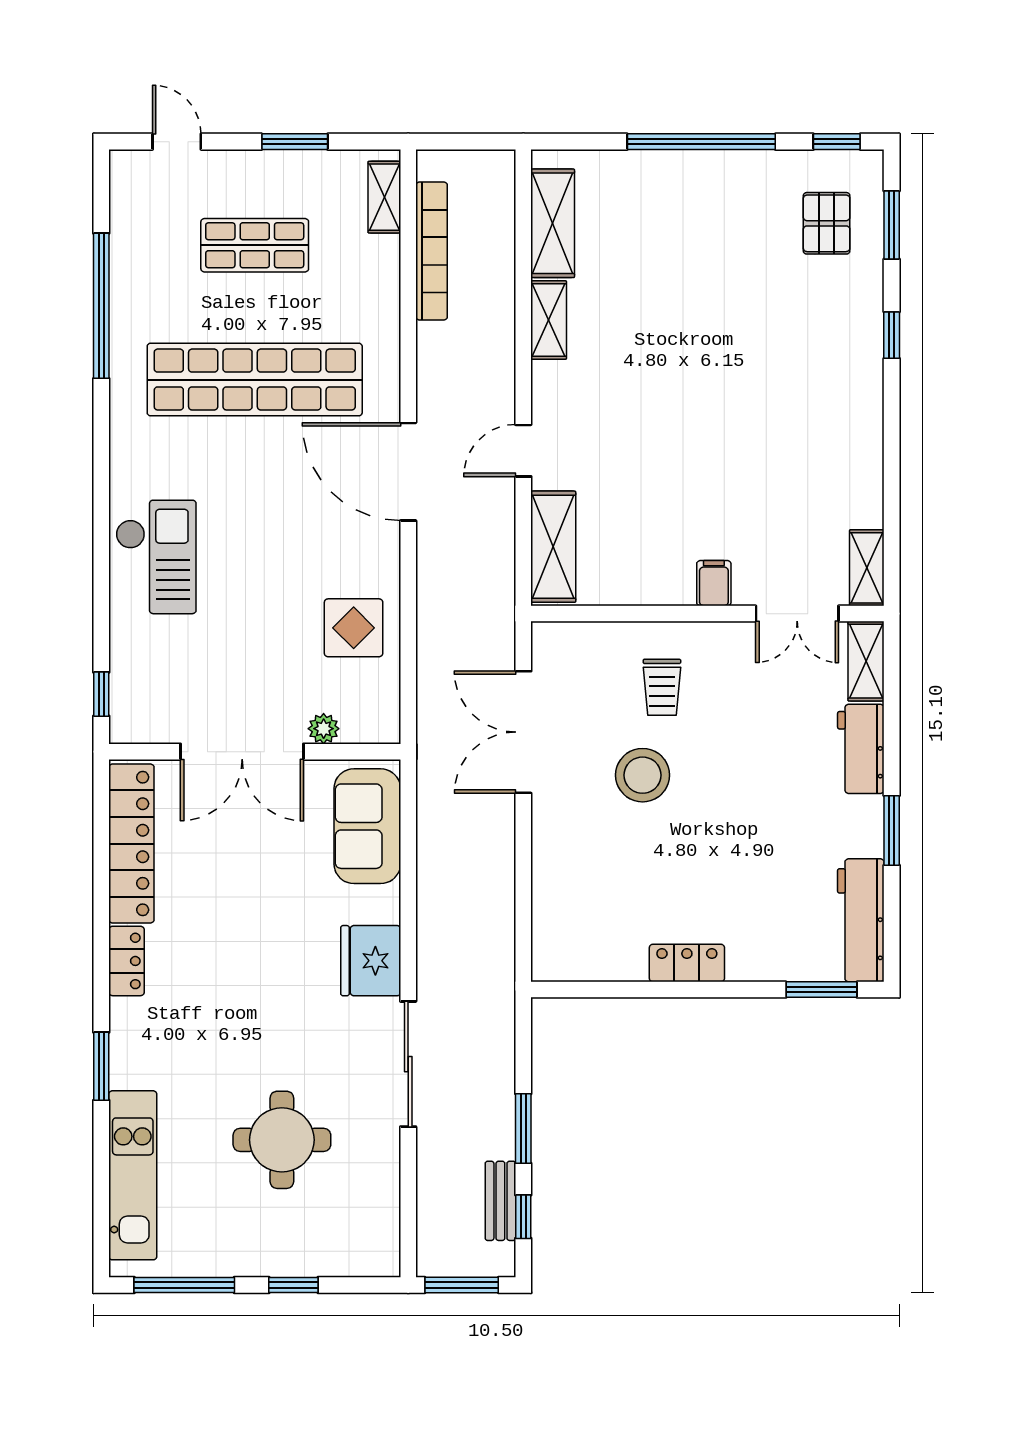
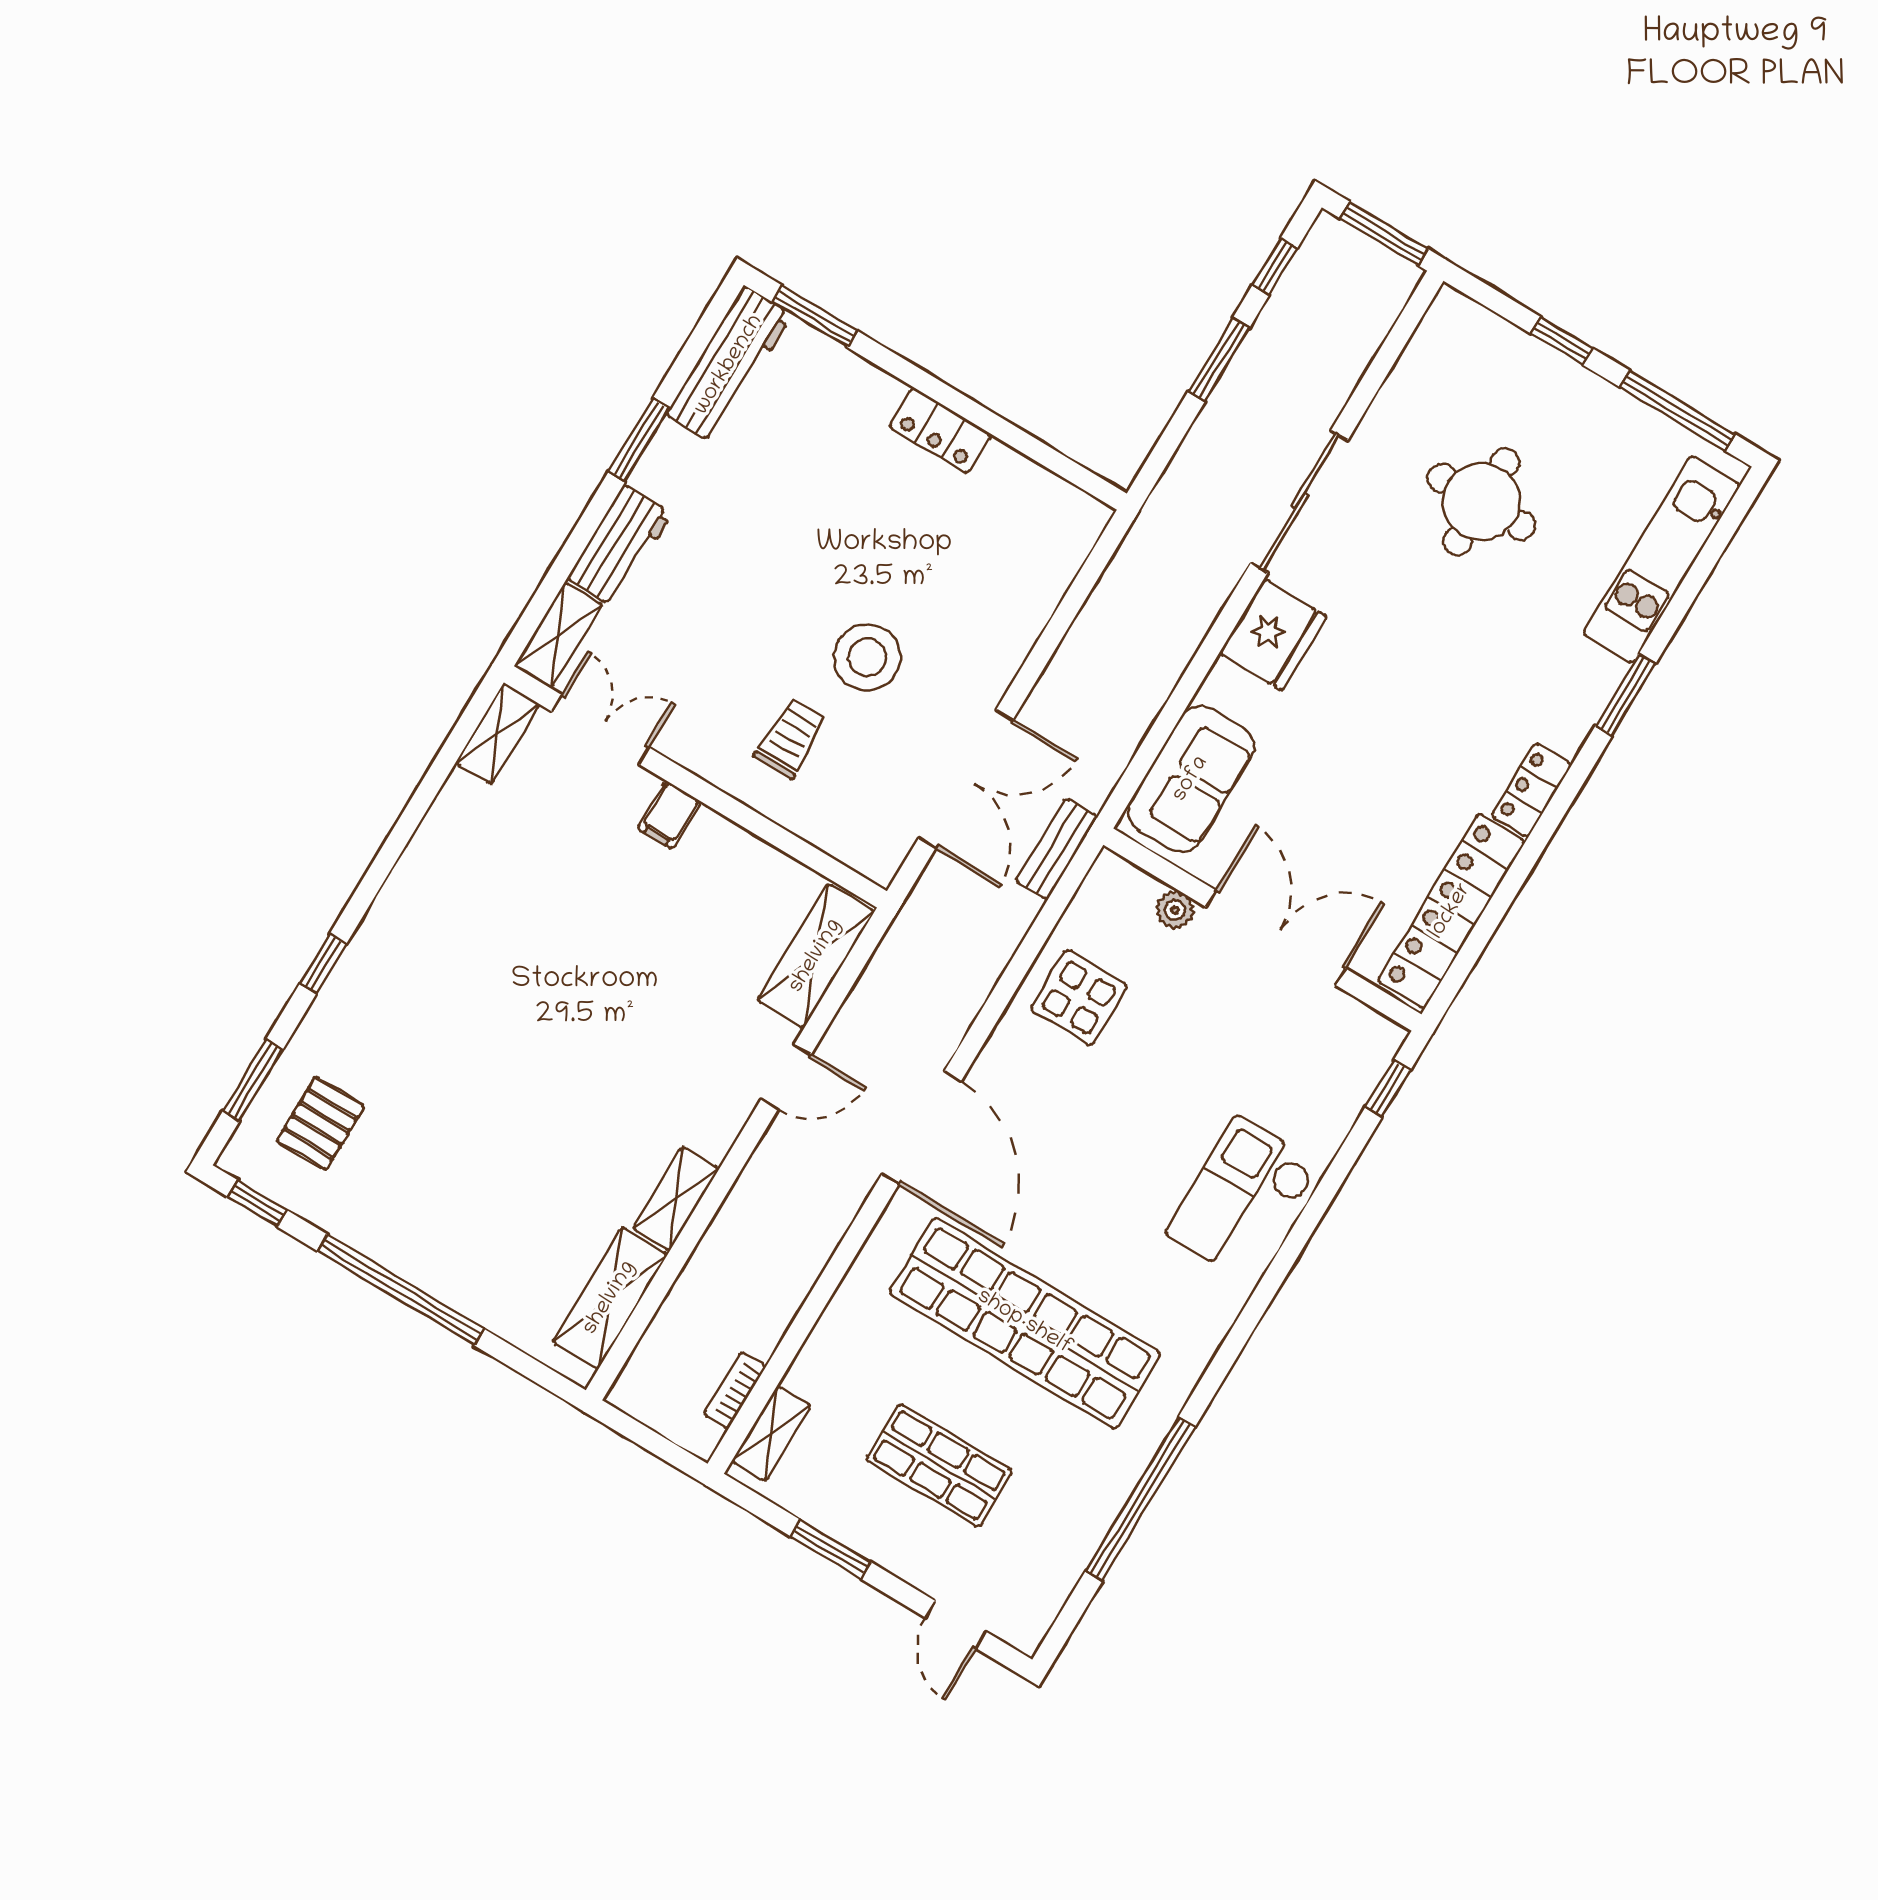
bookcase: (432, 251) -> (735, 1390), width x0.43, depth x0.76
bench: (500, 1201) -> (1057, 849), moved

